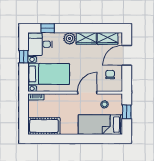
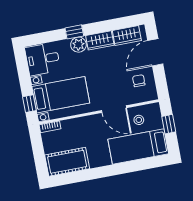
window: (48, 28) -> (74, 32), moved
window: (24, 57) -> (29, 104), moved
door: (87, 93) -> (114, 109), swing flipped

